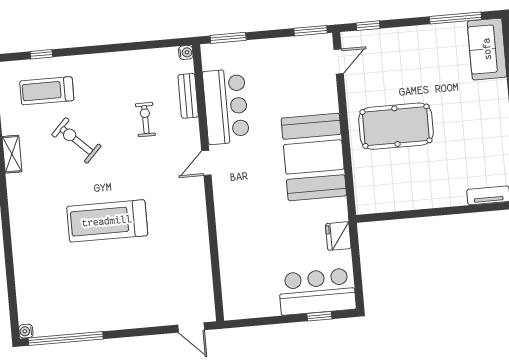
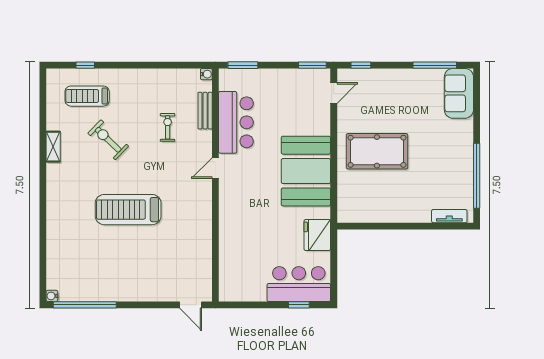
fridge: (338, 236) -> (317, 235), width x1.36, depth x1.34

